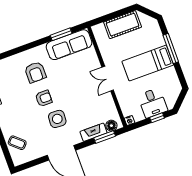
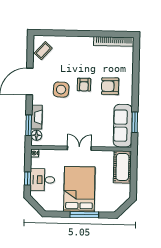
cot: (123, 25) -> (122, 167), moved
bed: (148, 63) -> (79, 189), width x1.50
coffee table: (17, 143) -> (43, 51), moved

